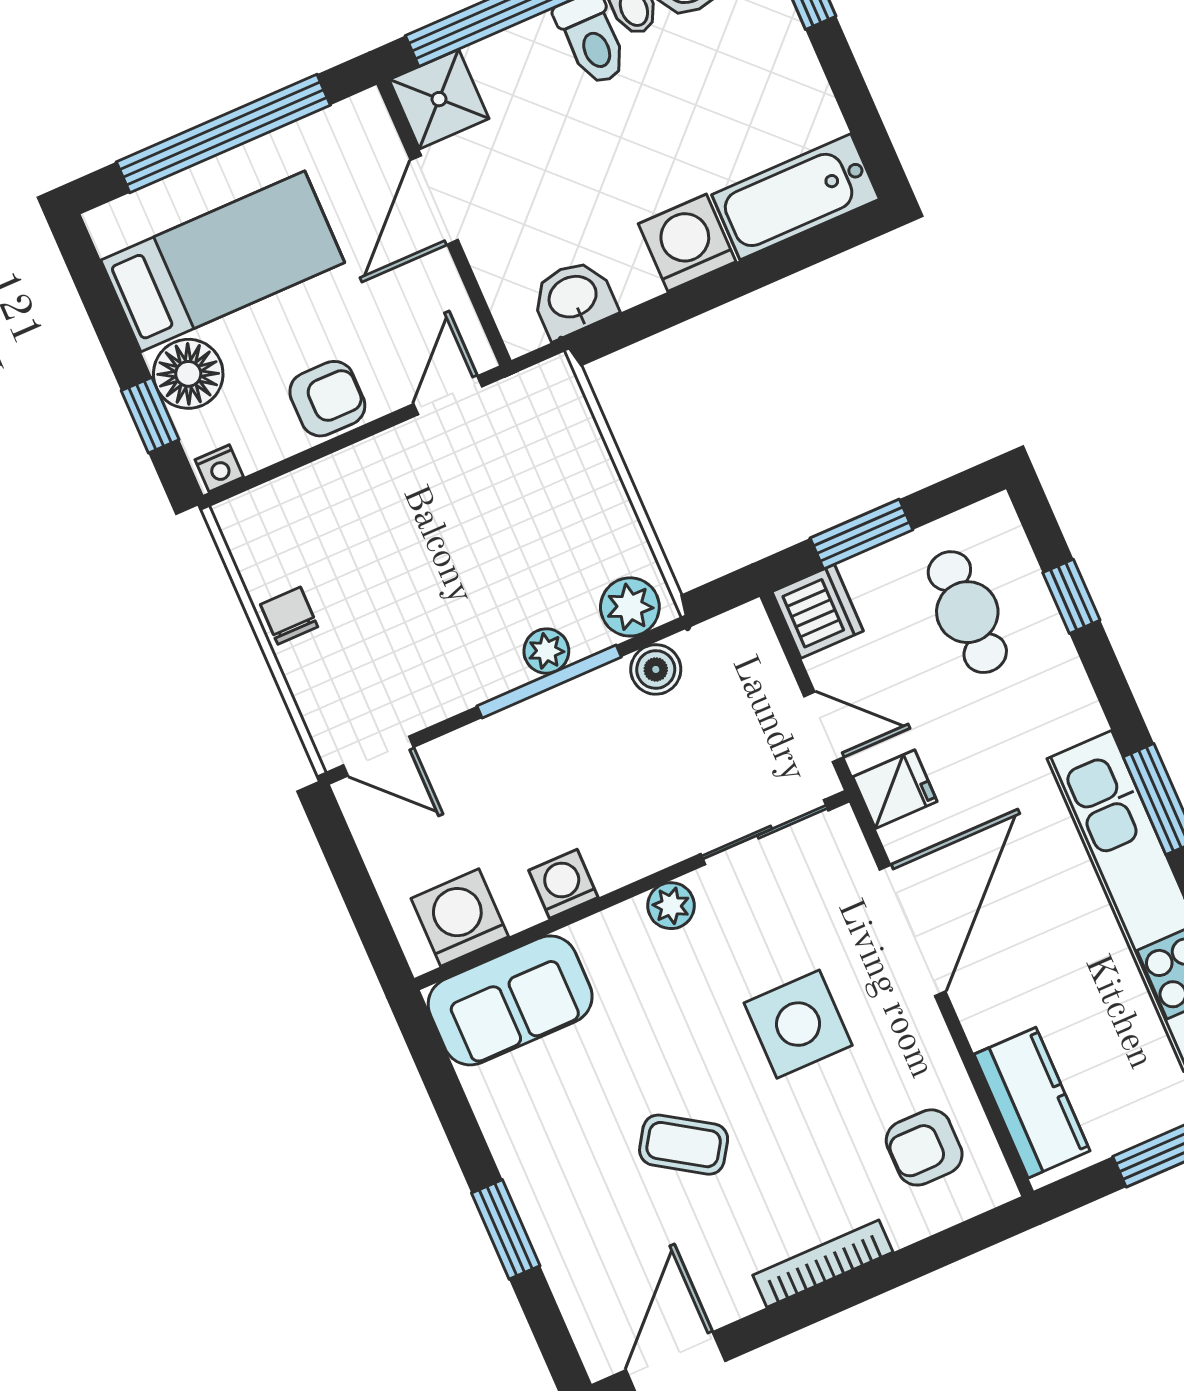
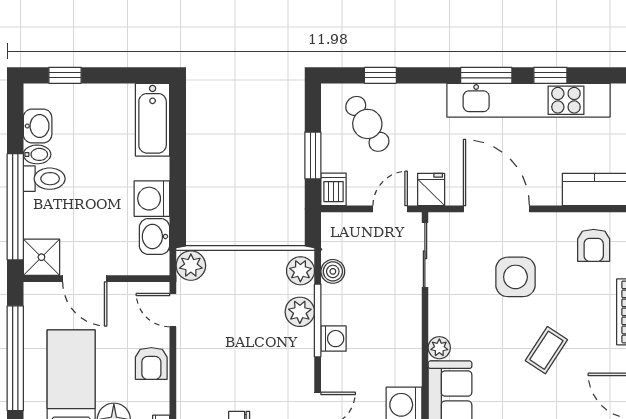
washing machine: (687, 243) -> (152, 199), moved
plant: (548, 392) -> (191, 266), added
armchair: (327, 399) -> (151, 363), turned 180
dishwasher: (818, 611) -> (334, 189), width x0.73
cafe table: (967, 612) -> (367, 124), turned 57
plant: (546, 651) -> (300, 312), width x1.38, depth x1.38
washing machine: (563, 884) -> (334, 339), moved, turned 180
plant: (671, 906) -> (439, 348), moved

